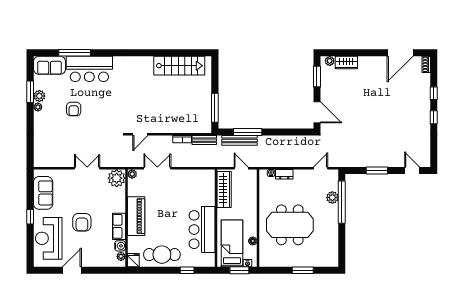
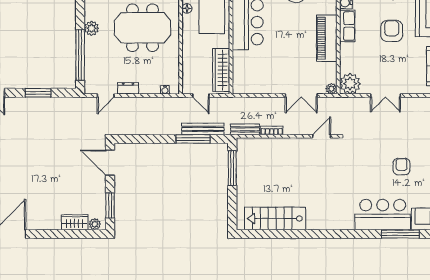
dresser: (284, 174) -> (128, 88), moved
plant: (332, 197) -> (91, 28), moved

